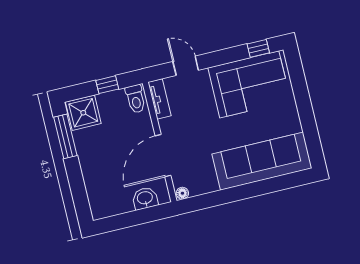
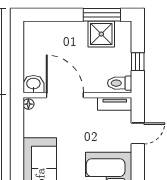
shower: (83, 113) -> (101, 34), moved
washbasin: (145, 198) -> (33, 84), moved, turned -90

